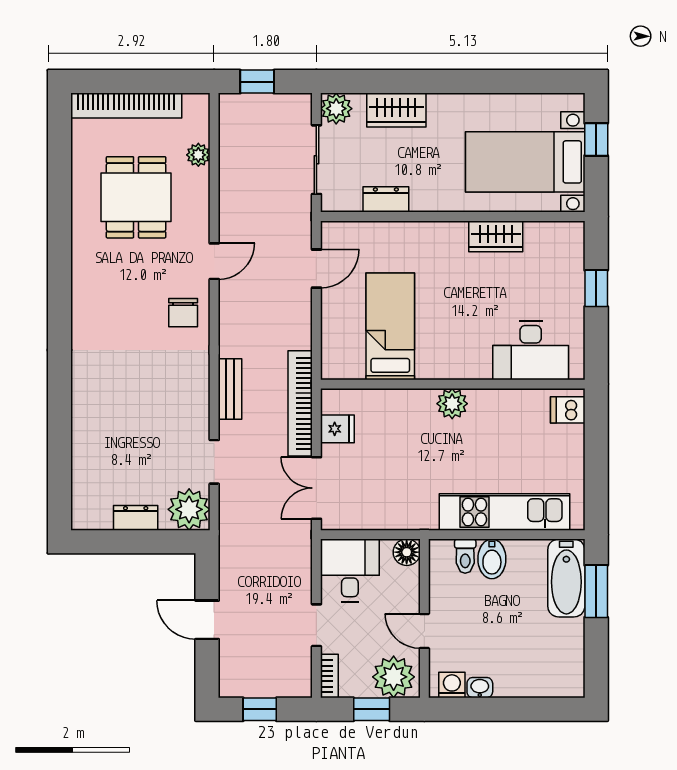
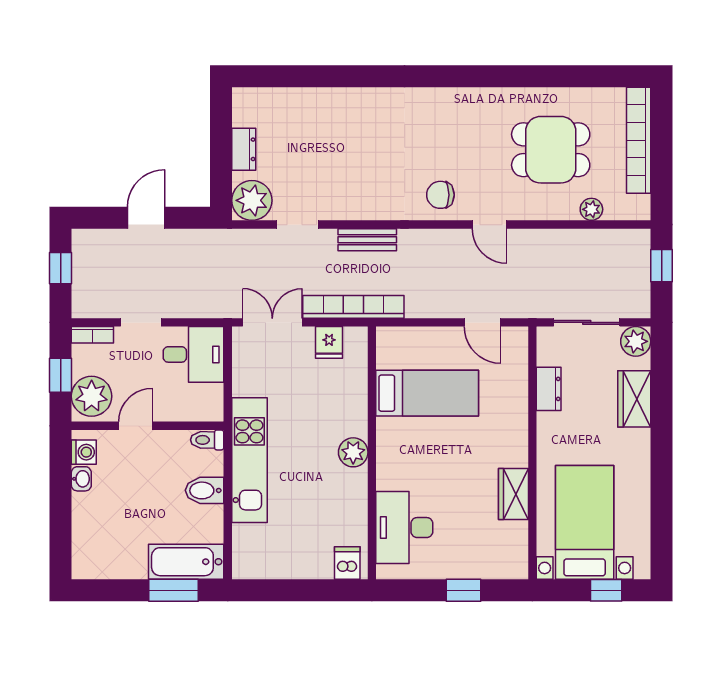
kitchen unit: (504, 512) -> (249, 460), moved
floor lamp: (407, 552) -> (211, 409), removed
toilet: (465, 556) -> (207, 440), moved

